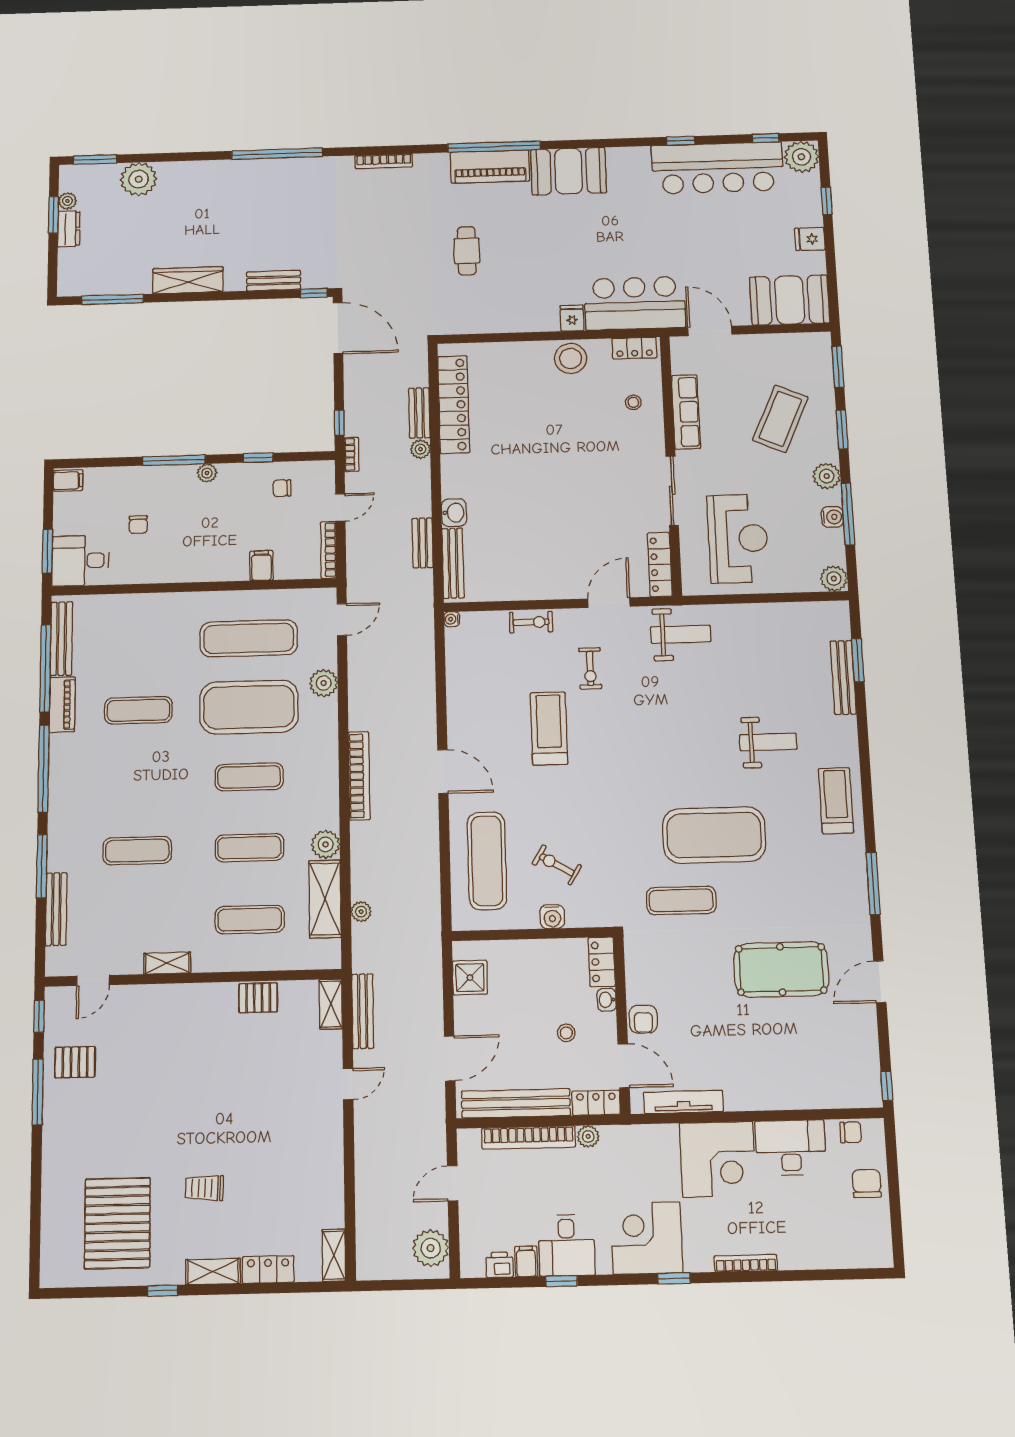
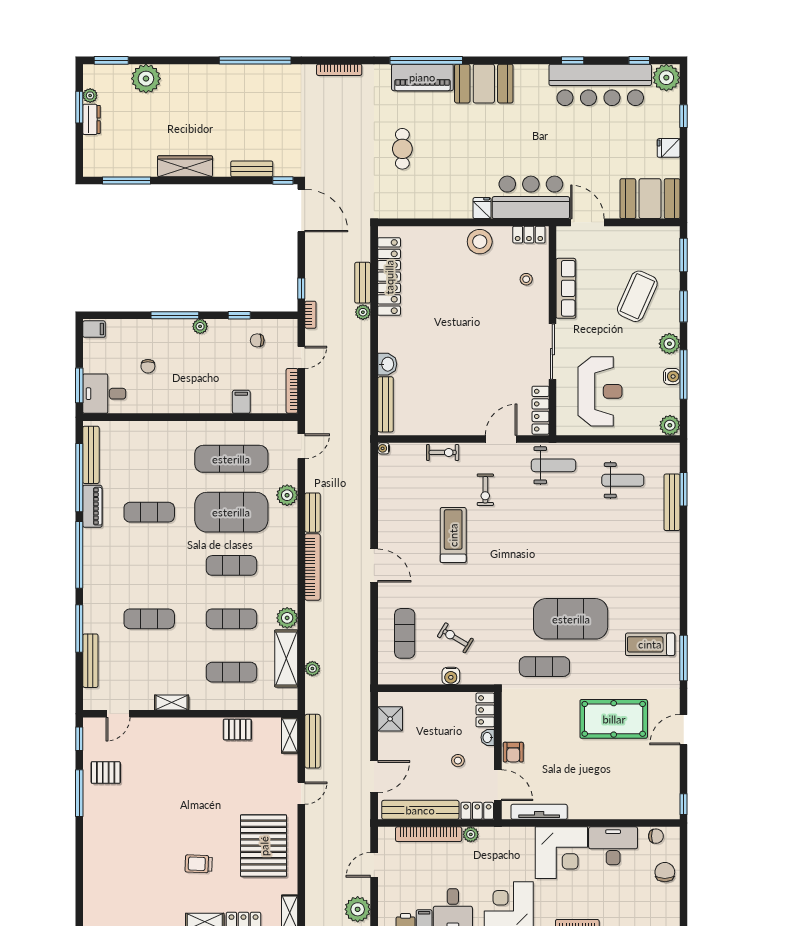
bench: (423, 543) -> (312, 513), moved
weight bench: (768, 742) -> (623, 480), moved
treadmill: (836, 801) -> (650, 644), moved, turned -90
exercise mat: (487, 861) -> (405, 633), width x0.73, depth x0.69
pallet: (117, 1223) -> (264, 846), moved

